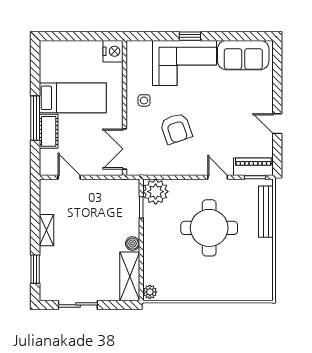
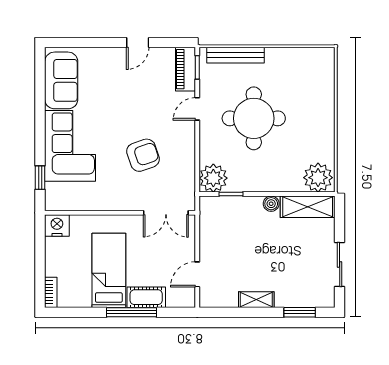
window: (190, 36) -> (40, 178), moved
bookcase: (53, 46) -> (51, 292), added
side table: (144, 100) -> (112, 191), removed
plant: (150, 292) -> (318, 178), width x1.88, depth x1.88

